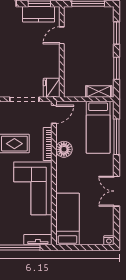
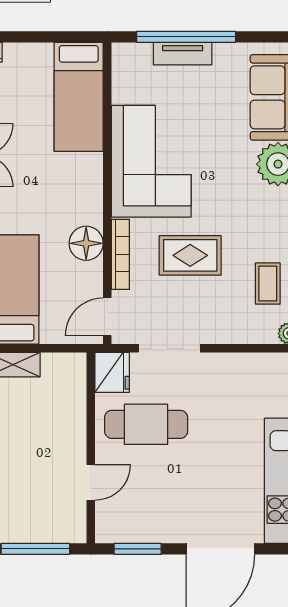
kitchen counter: (39, 14) -> (139, 527), removed
cafe table: (35, 63) -> (146, 424), added
tv unit: (38, 240) -> (183, 54), moved

